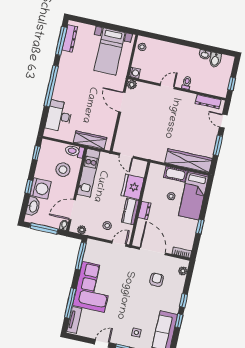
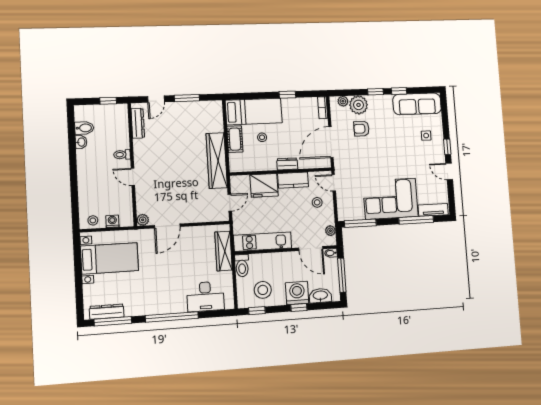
washing machine: (135, 73) -> (112, 221), moved
wardrobe: (189, 161) -> (217, 161), moved
stool: (63, 170) -> (263, 290), moved
plant: (176, 283) -> (359, 105), added

